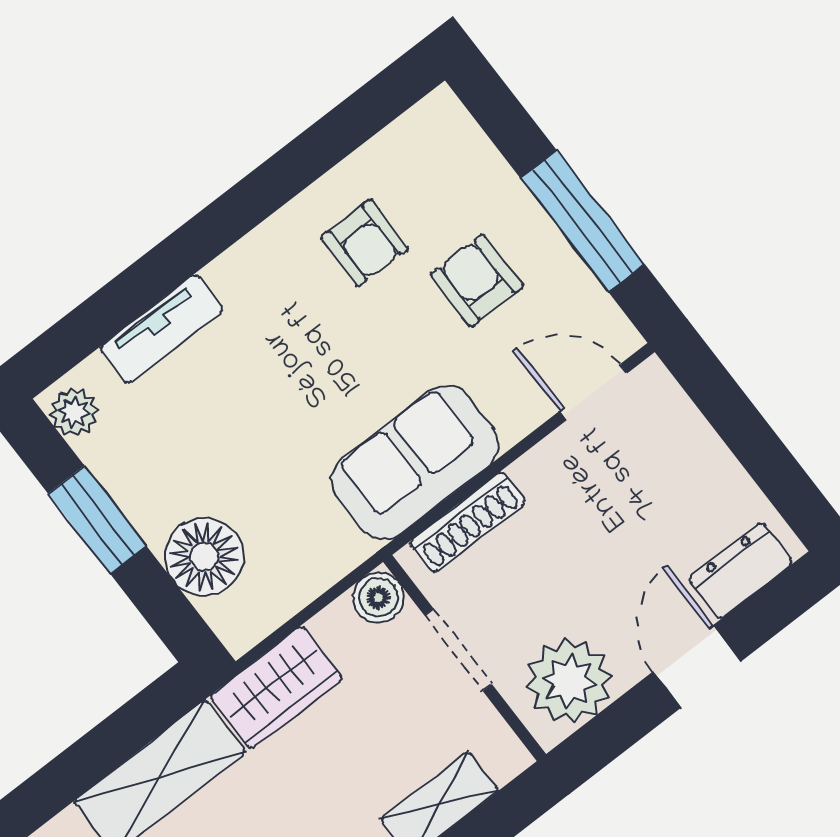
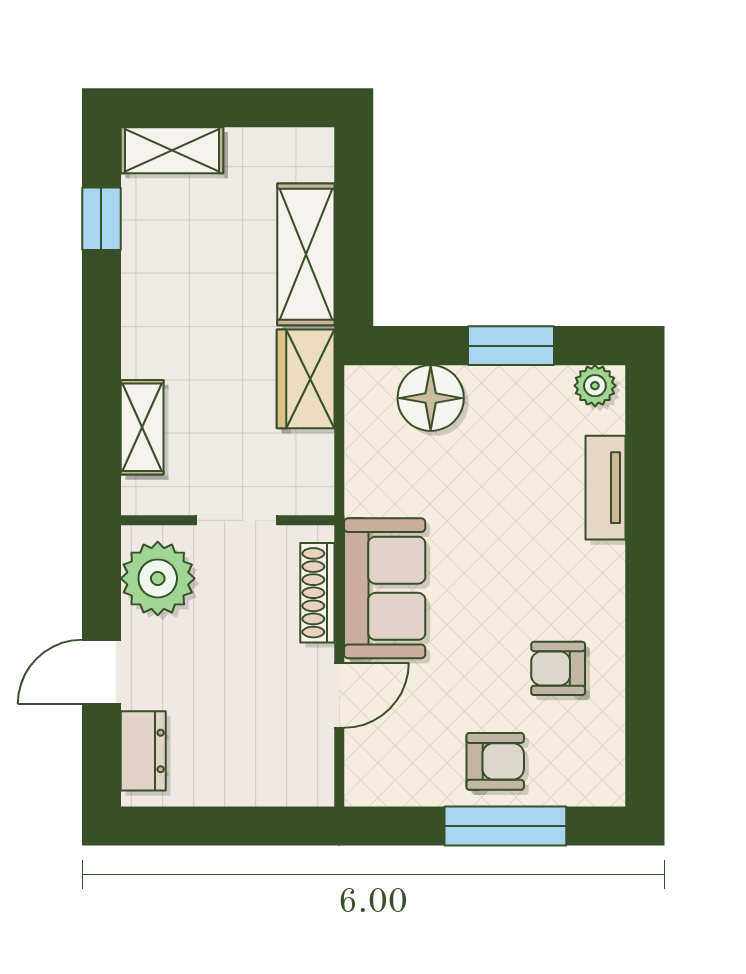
window: (583, 221) -> (505, 826), moved
armchair: (477, 281) -> (495, 761), moved
door: (593, 392) -> (339, 695), moved
boiler: (378, 598) -> (313, 494), removed
door: (697, 666) -> (101, 672), swing flipped

